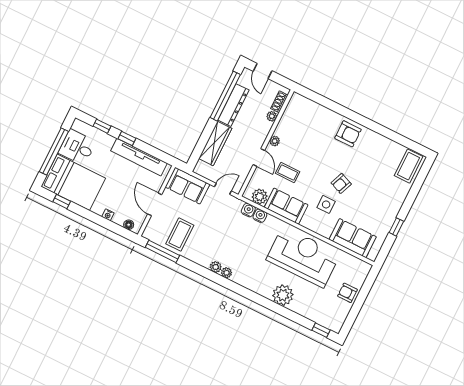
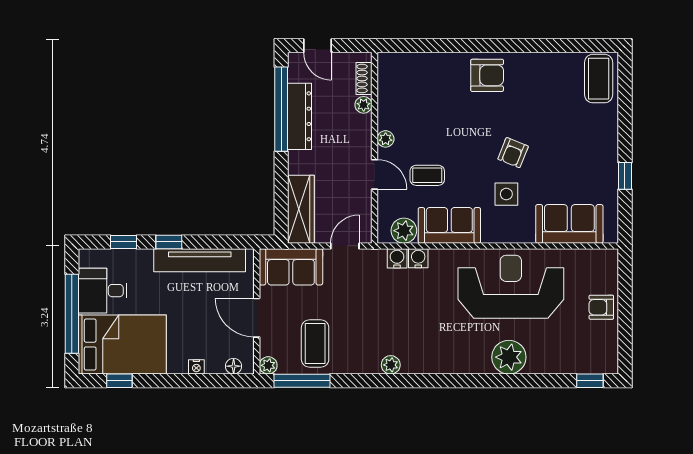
wardrobe: (215, 143) -> (301, 209), moved
plant: (226, 273) -> (268, 365), moved

